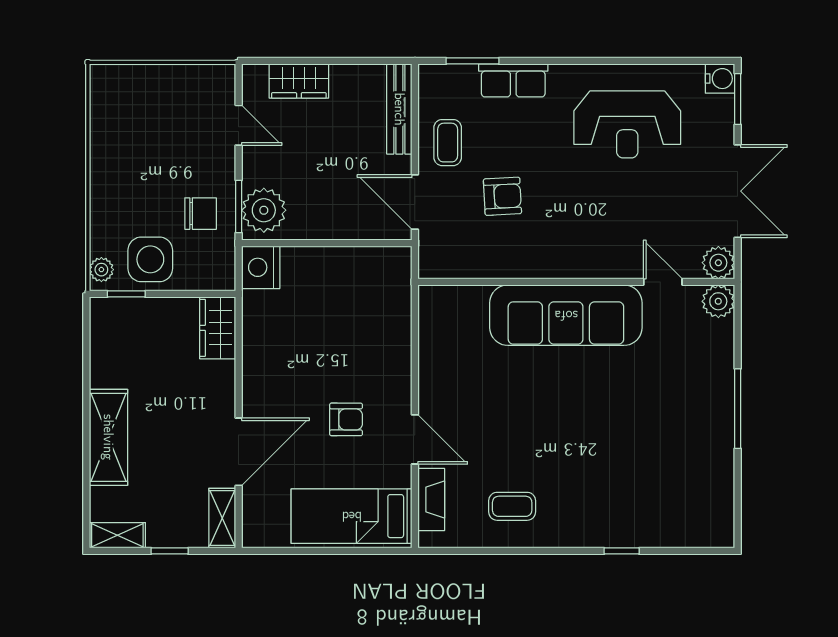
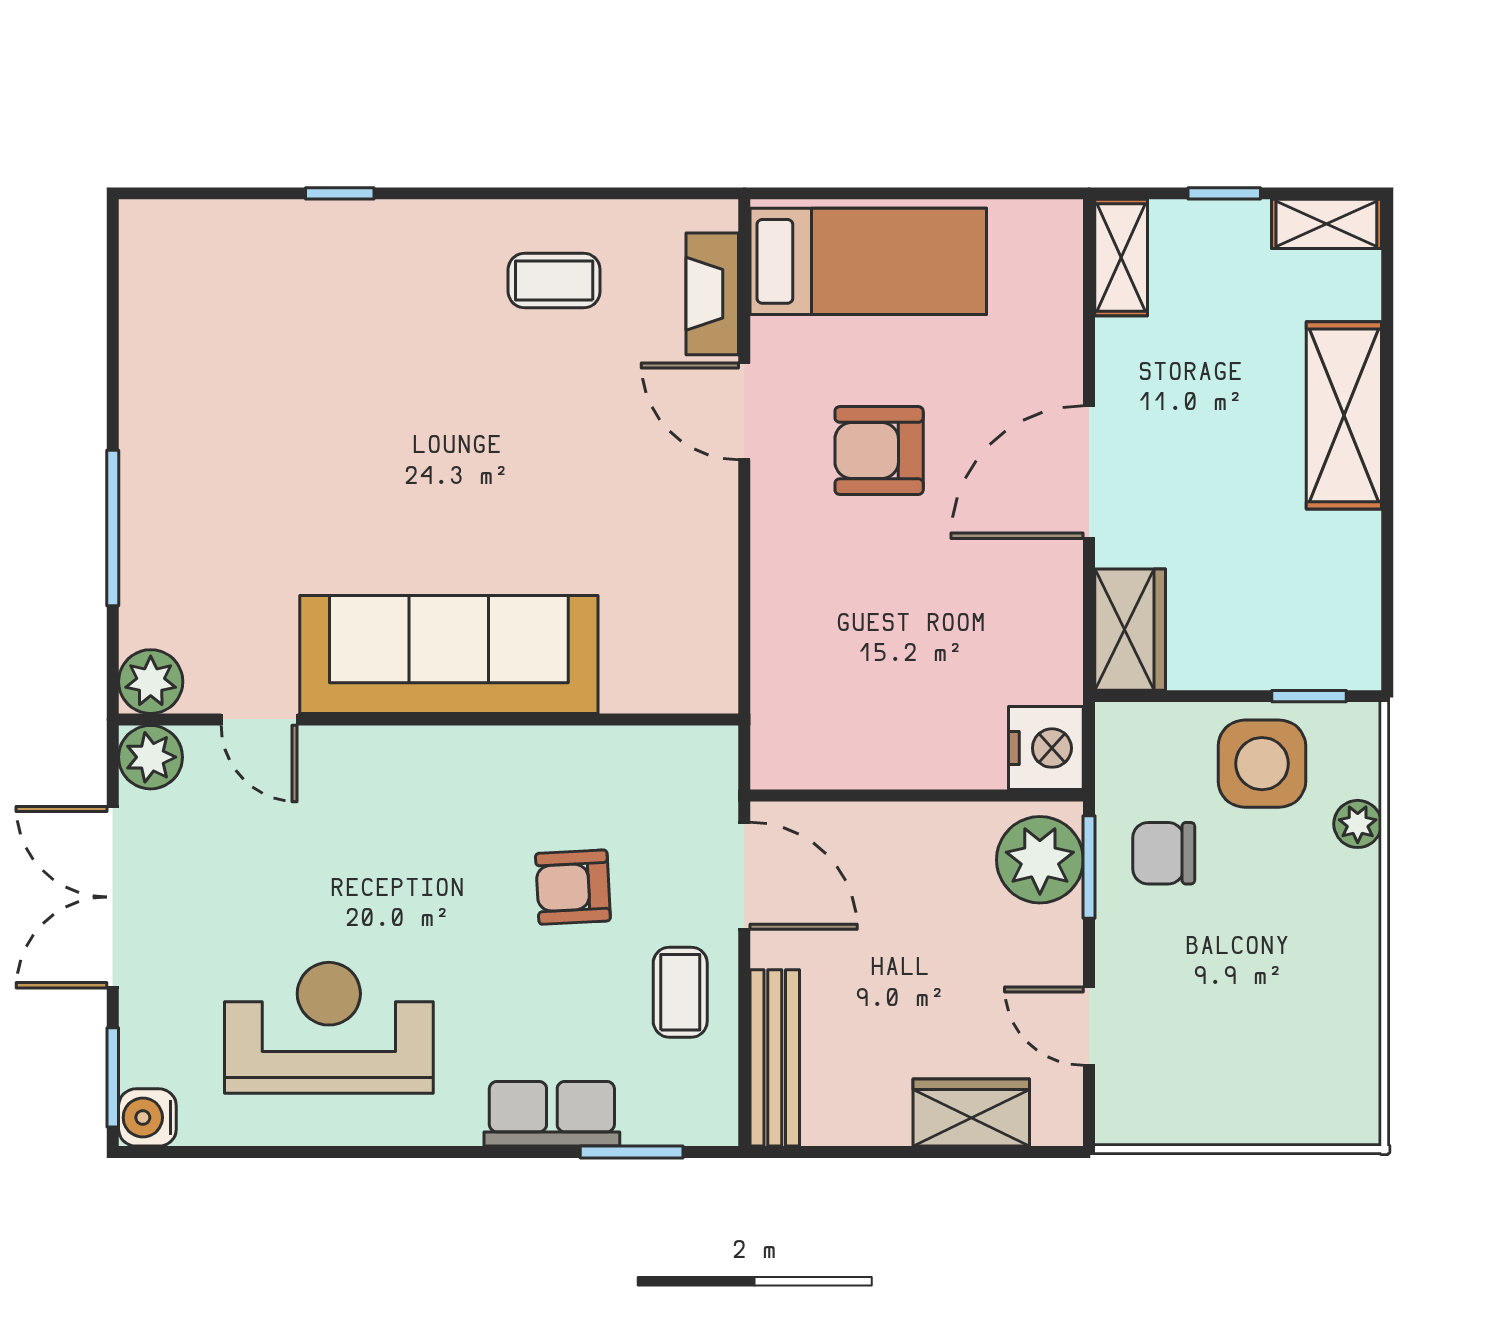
plant: (101, 270) -> (1358, 824), moved
window: (738, 409) -> (113, 528), moved
armchair: (346, 419) -> (879, 451), width x1.38, depth x1.38
door: (239, 452) -> (1089, 472), moved

